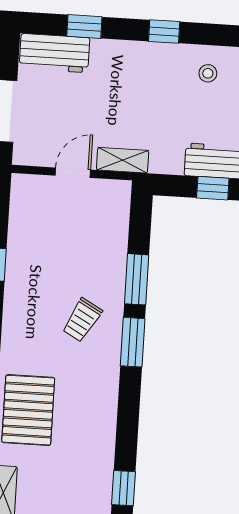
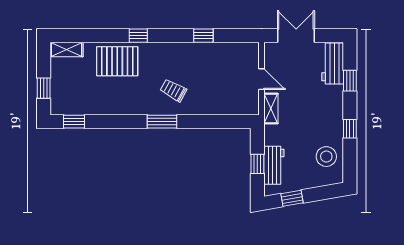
stool: (208, 73) -> (326, 157), width x1.89, depth x1.89
window: (137, 279) -> (200, 122), removed

